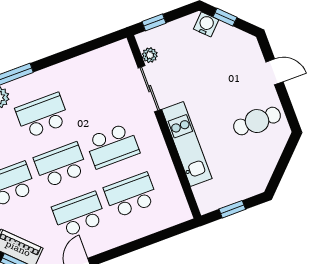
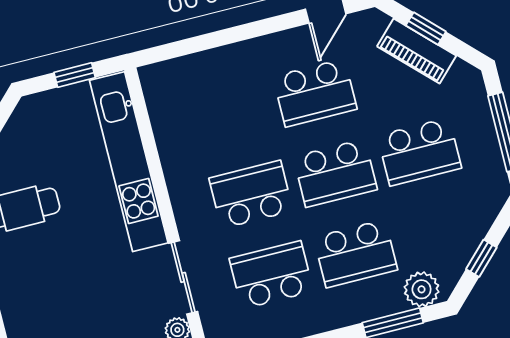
kitchen unit: (187, 144) -> (129, 162), width x1.36
school desk: (131, 195) -> (271, 275), moved, turned 180

